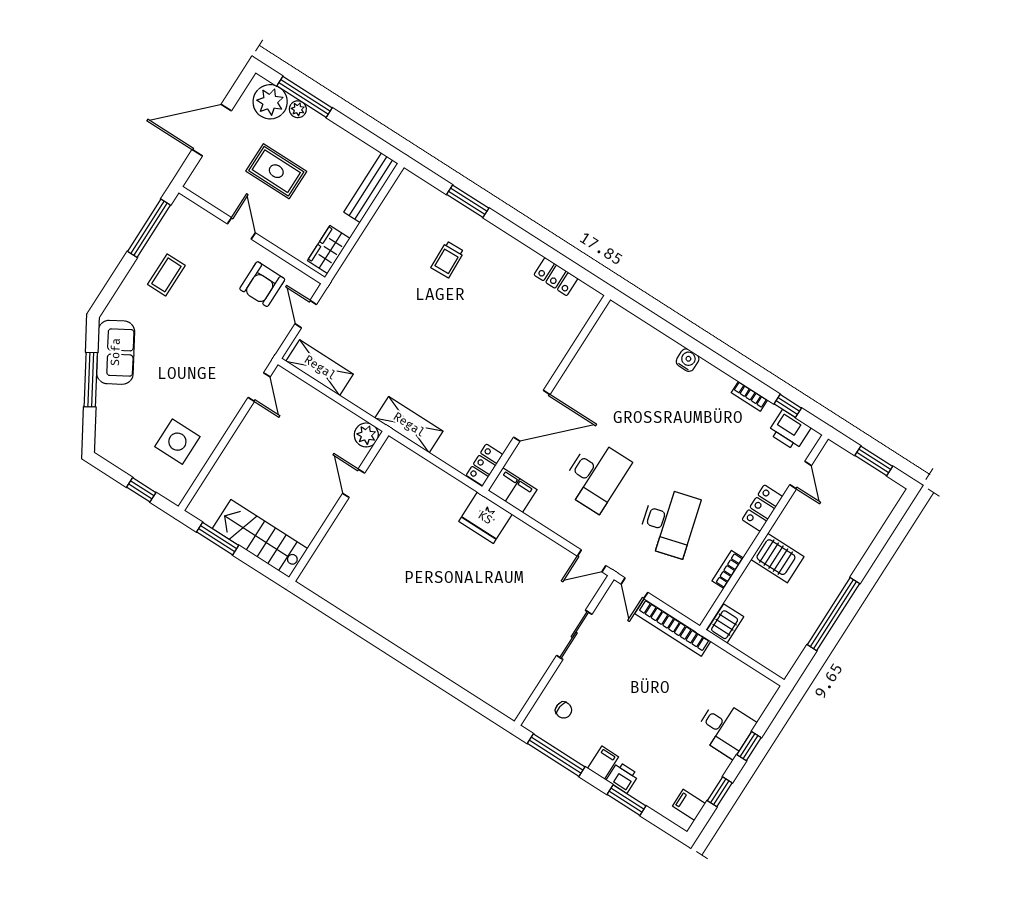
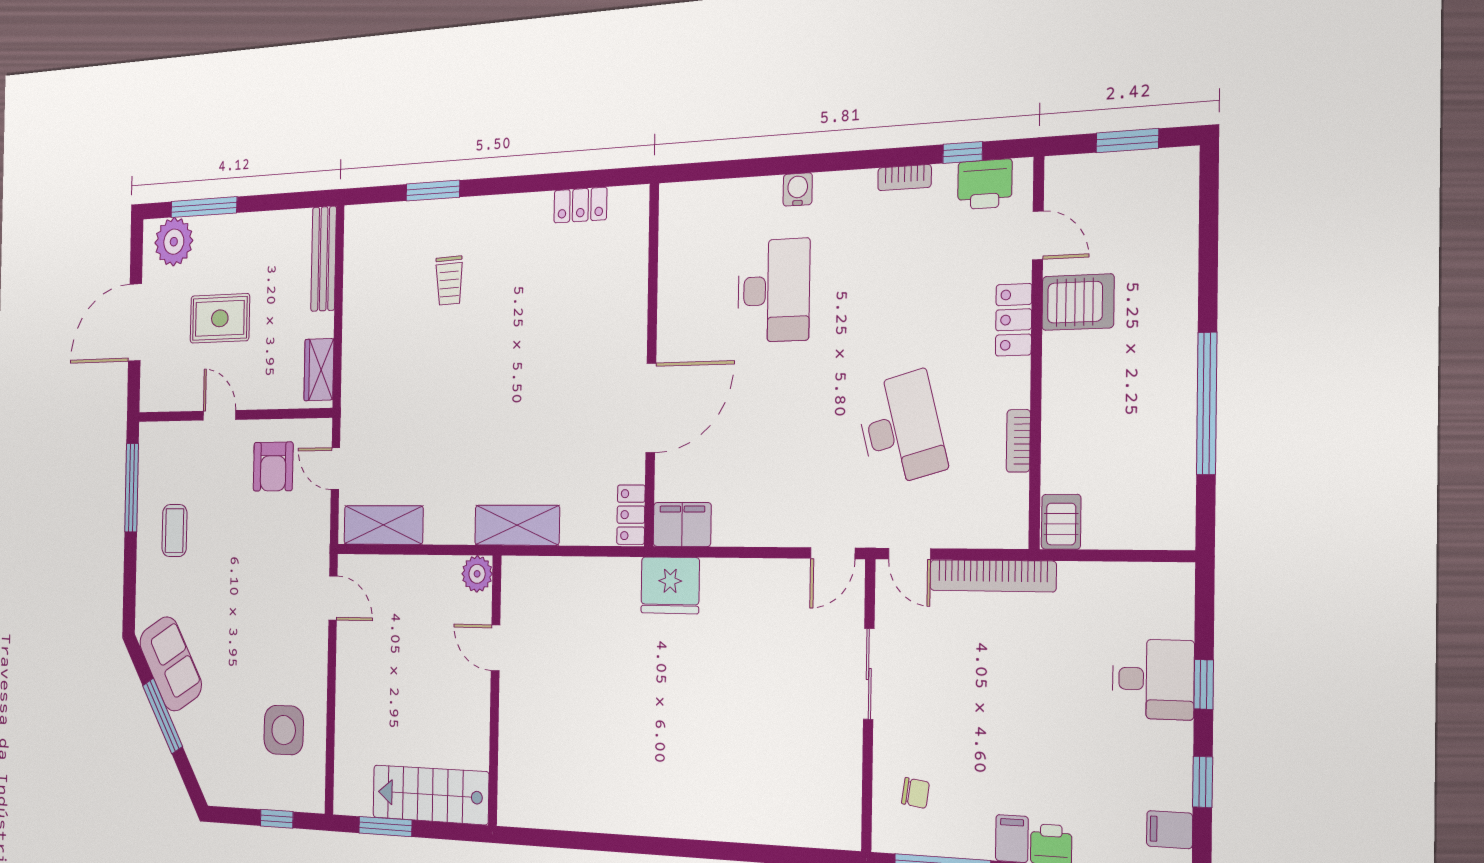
plant: (298, 109) -> (205, 227), removed
desk: (595, 475) -> (774, 290), moved
server rack: (777, 558) -> (1078, 302), moved

